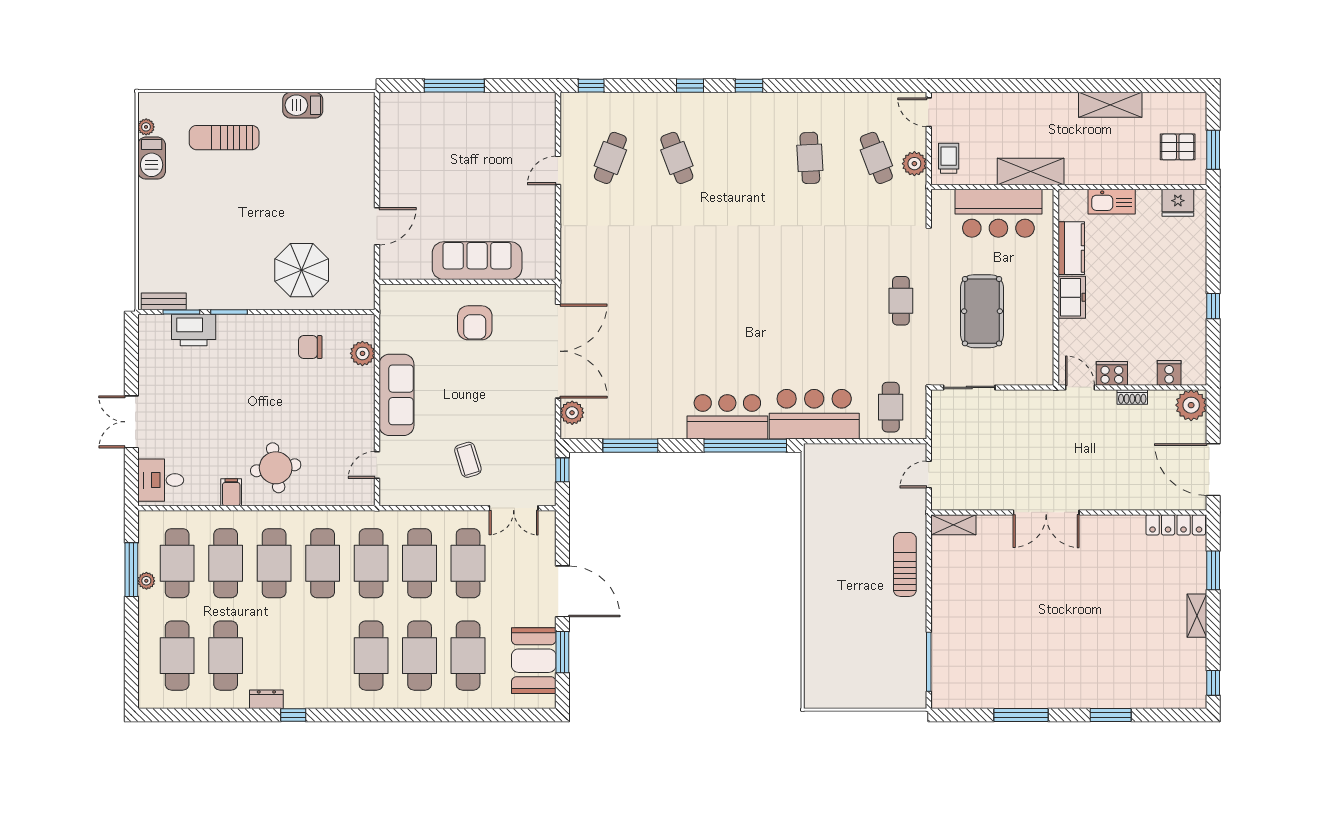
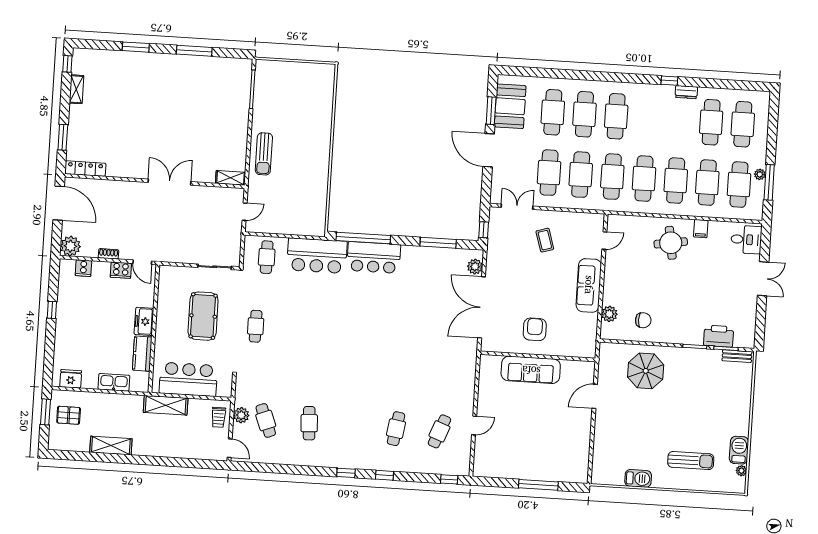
cafe table: (677, 158) -> (396, 429), turned 30
shelving: (1197, 616) -> (76, 89), moved

